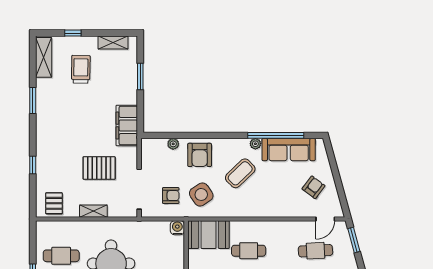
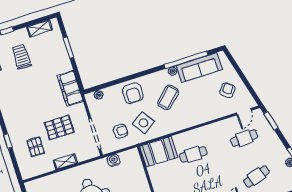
plant: (173, 144) -> (99, 95), moved
pallet: (54, 203) -> (36, 147), moved
water cooler: (177, 228) -> (114, 160), moved

